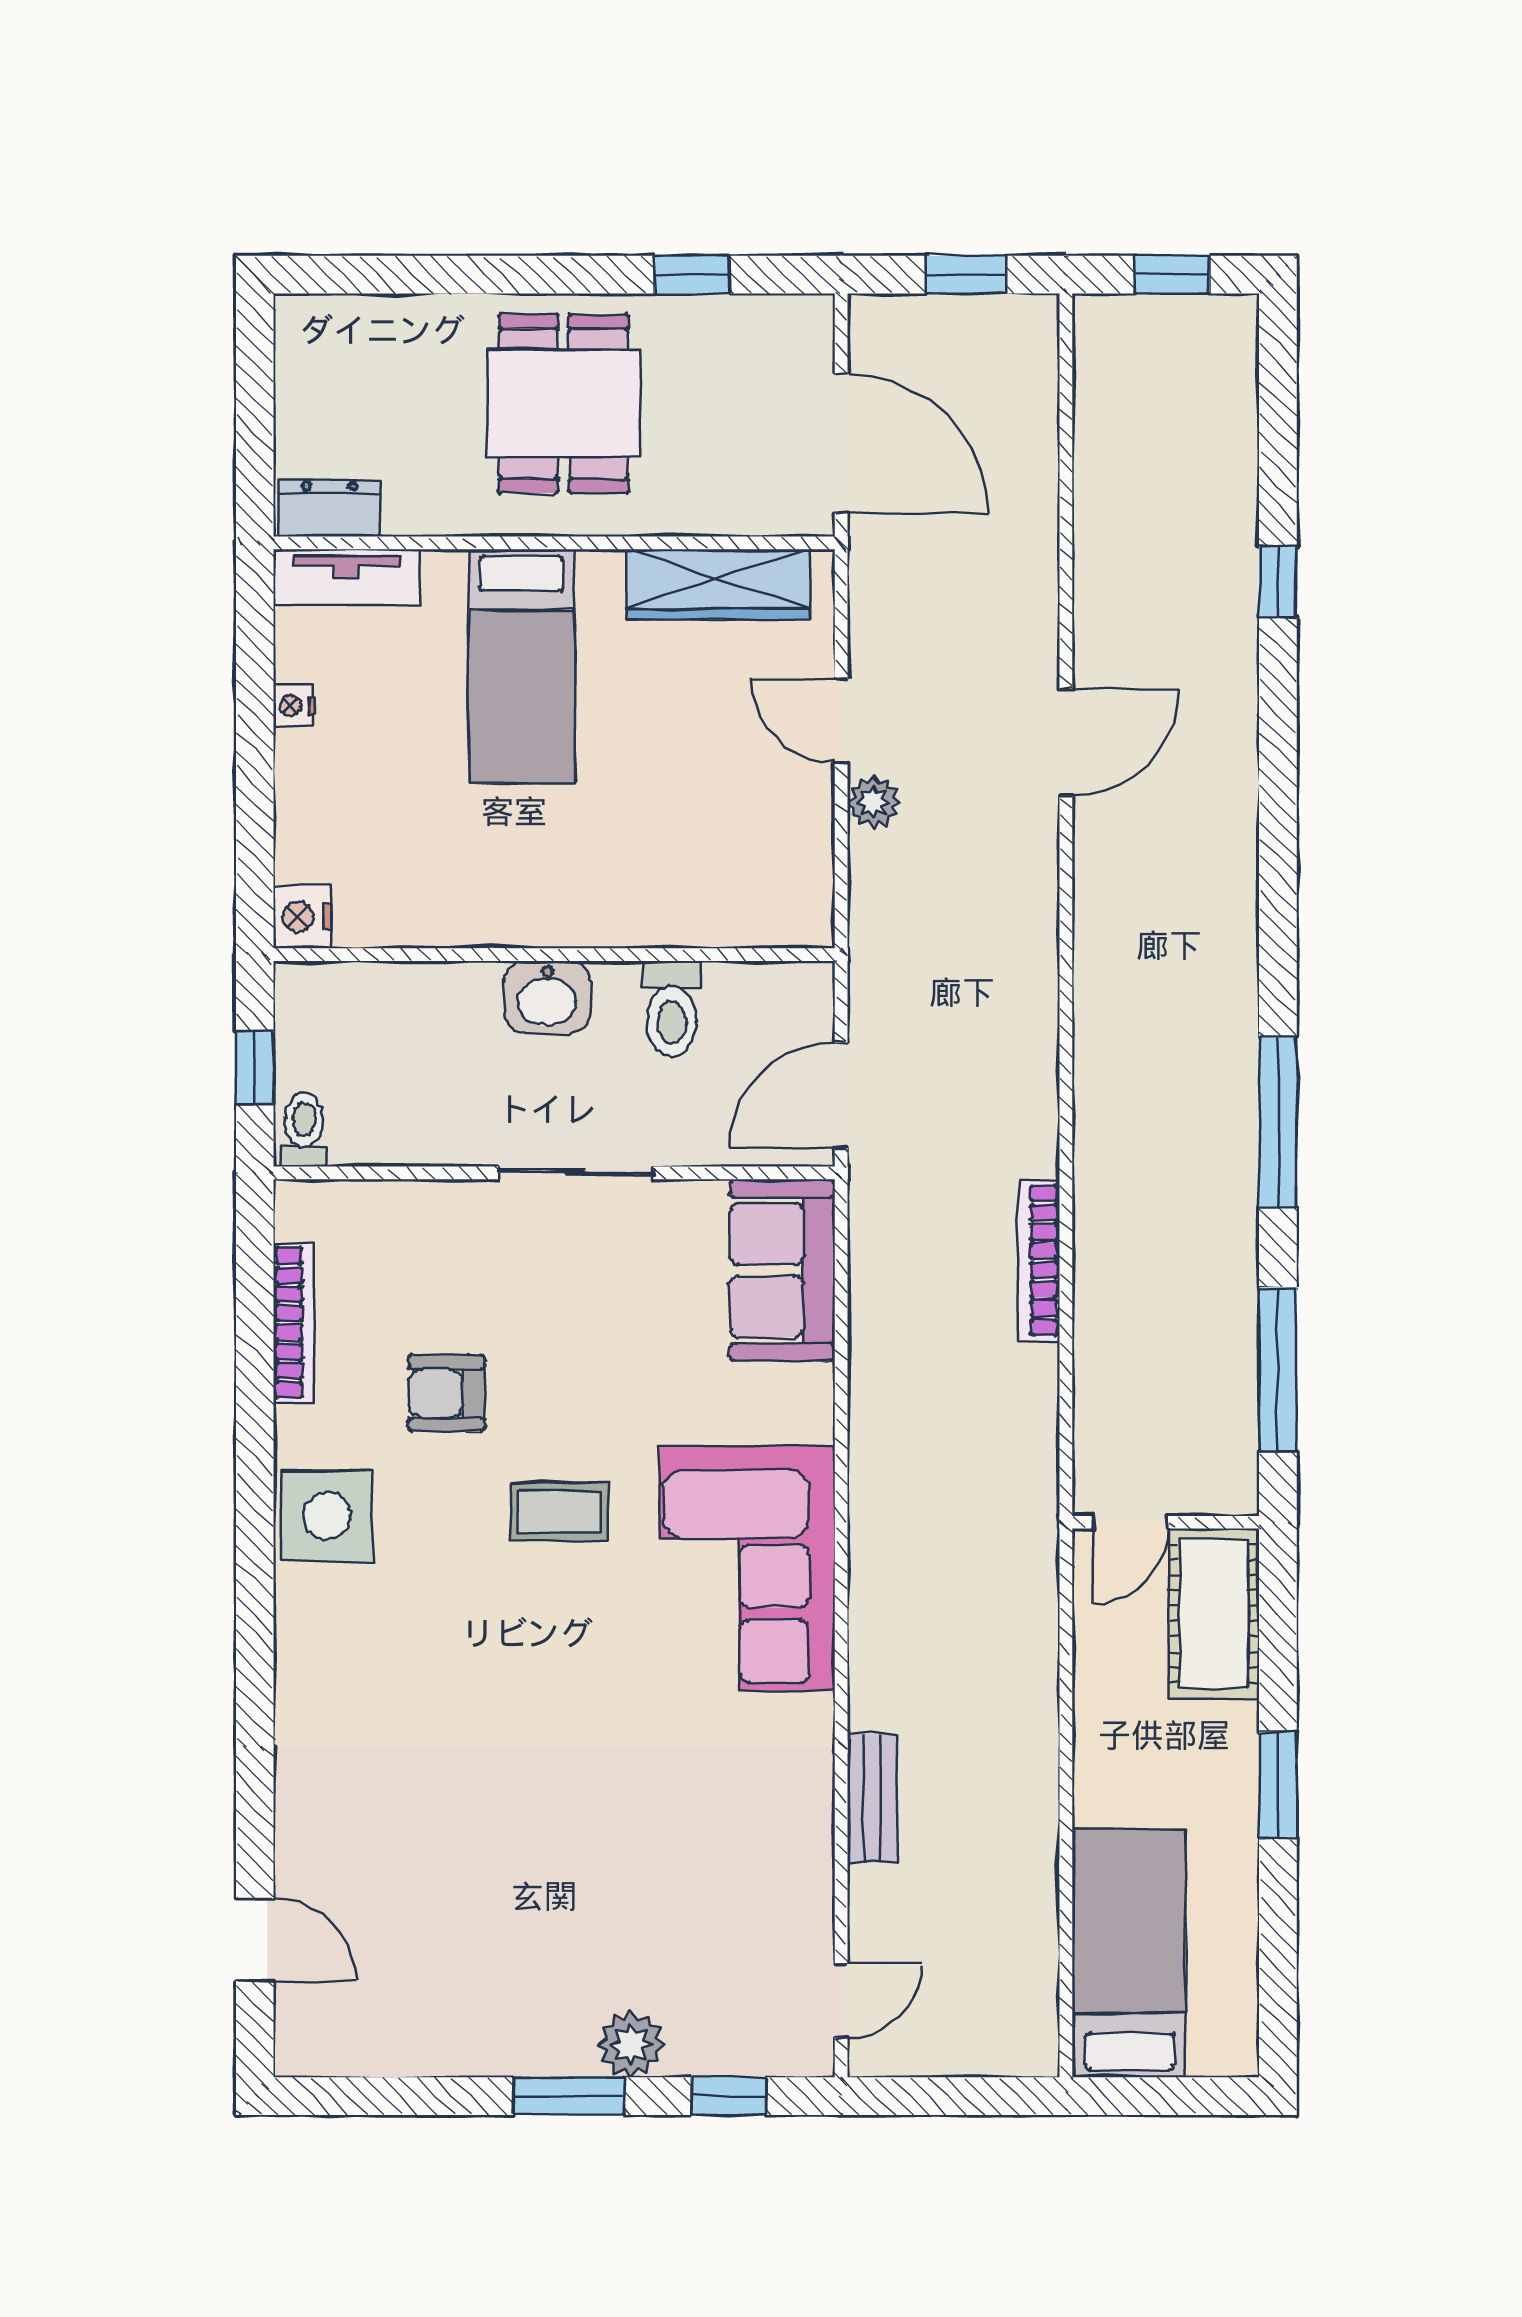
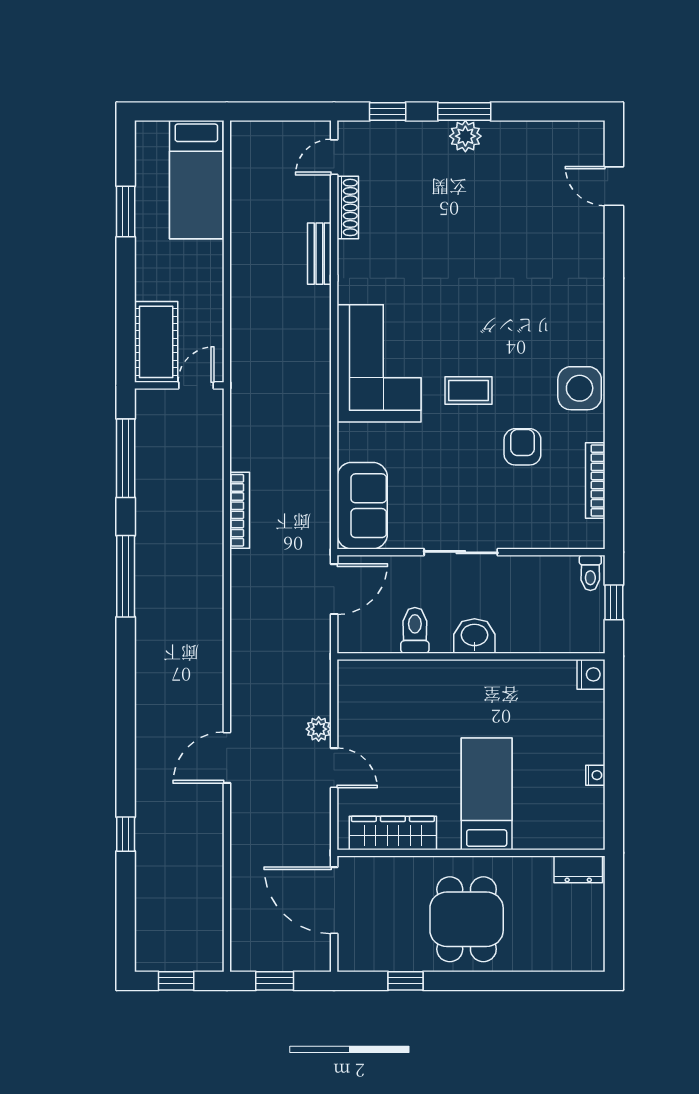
tv unit: (346, 577) -> (570, 837), removed
armchair: (446, 1393) -> (522, 447), turned -90
window: (1278, 1785) -> (126, 211), moved
shoe rack: (813, 1895) -> (348, 207), added
plant: (631, 2044) -> (465, 136), moved

